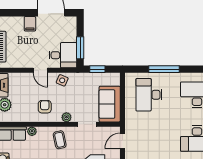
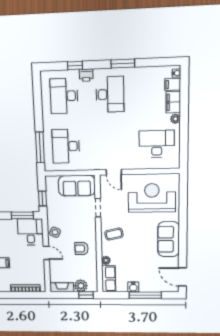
window: (164, 69) -> (40, 147), moved
door: (40, 70) -> (46, 253), hinge flipped
desk: (149, 95) -> (66, 146), turned 90
plant: (66, 117) -> (91, 228), removed

